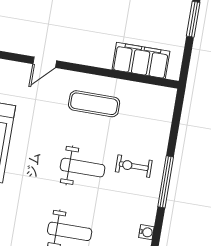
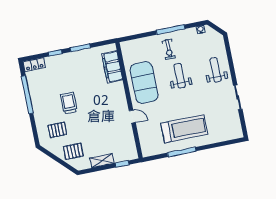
exercise mat: (94, 104) -> (144, 83), width x2.00, depth x1.45

